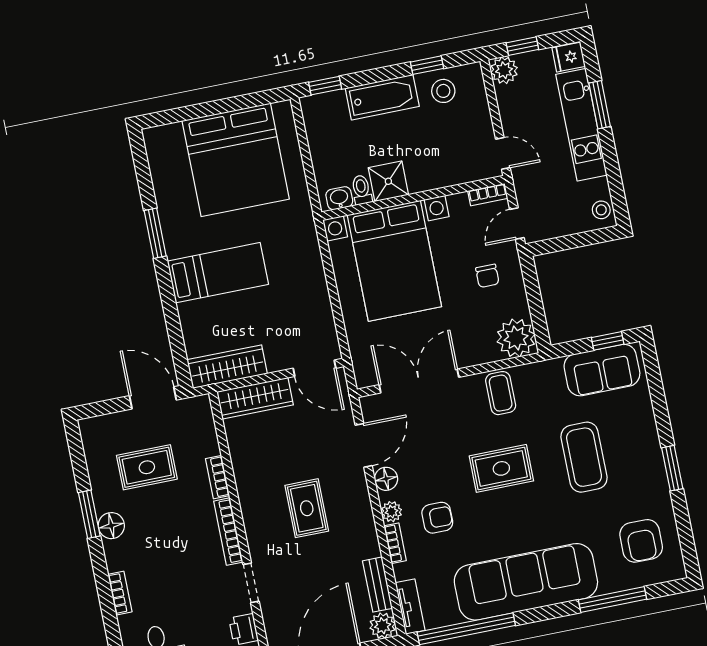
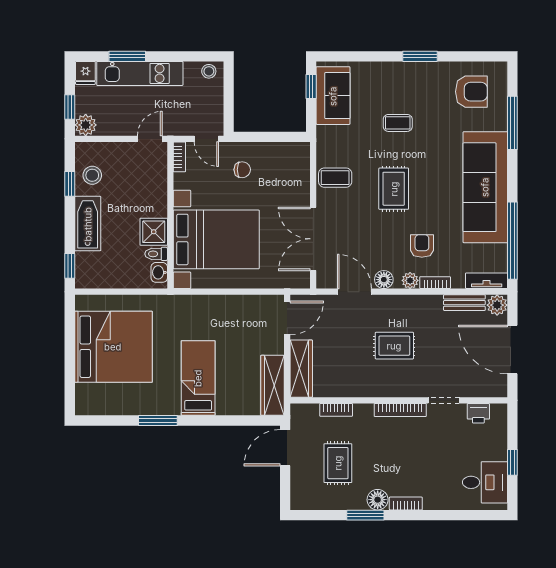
plant: (516, 338) -> (295, 157), removed
coffee table: (584, 457) -> (398, 123), width x0.54, depth x0.58
bookcase: (218, 477) -> (336, 410), moved
bookcase: (120, 593) -> (406, 503), moved

